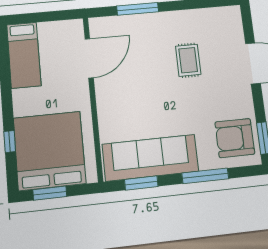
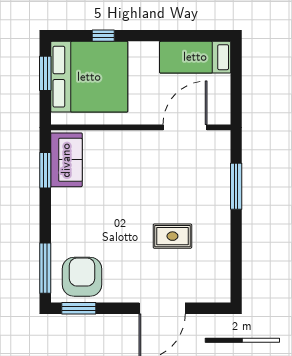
door: (89, 58) -> (185, 127), swing flipped
sofa: (150, 158) -> (66, 160), width x0.54, depth x0.79
window: (205, 176) -> (45, 268), moved

